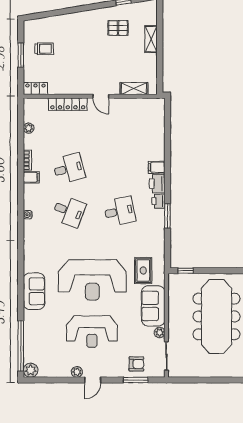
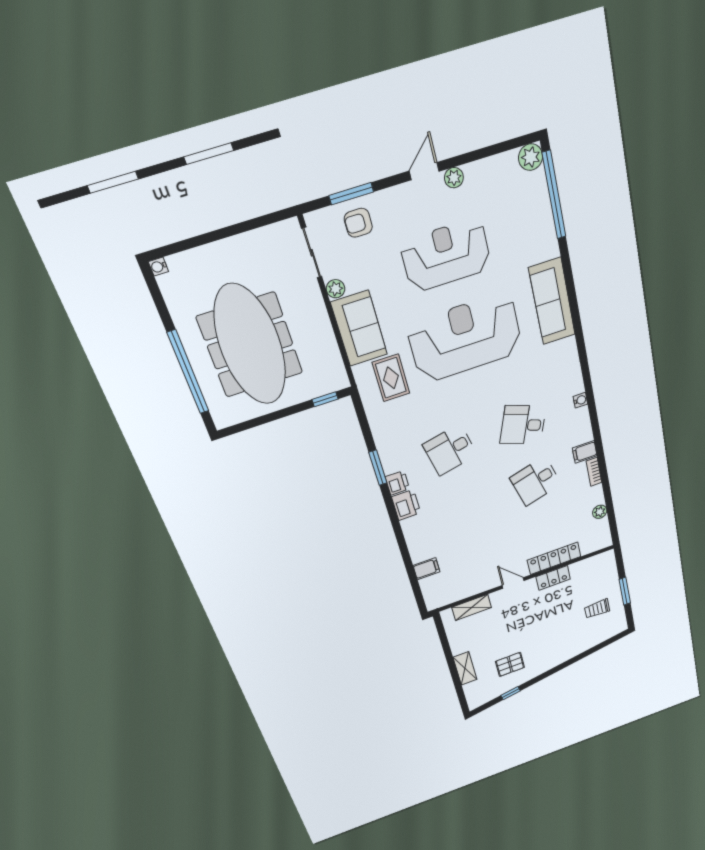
locker: (35, 89) -> (553, 578), moved
filing cabinet: (157, 167) -> (426, 569), moved
sofa: (34, 291) -> (552, 301), width x1.36

